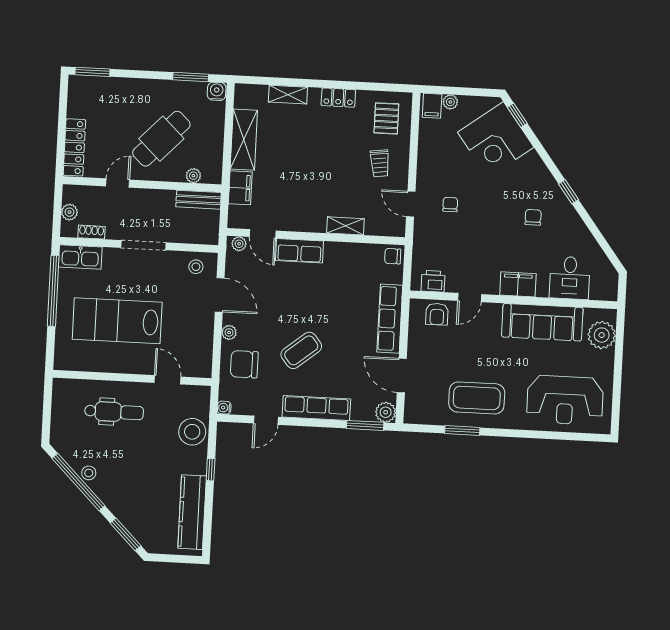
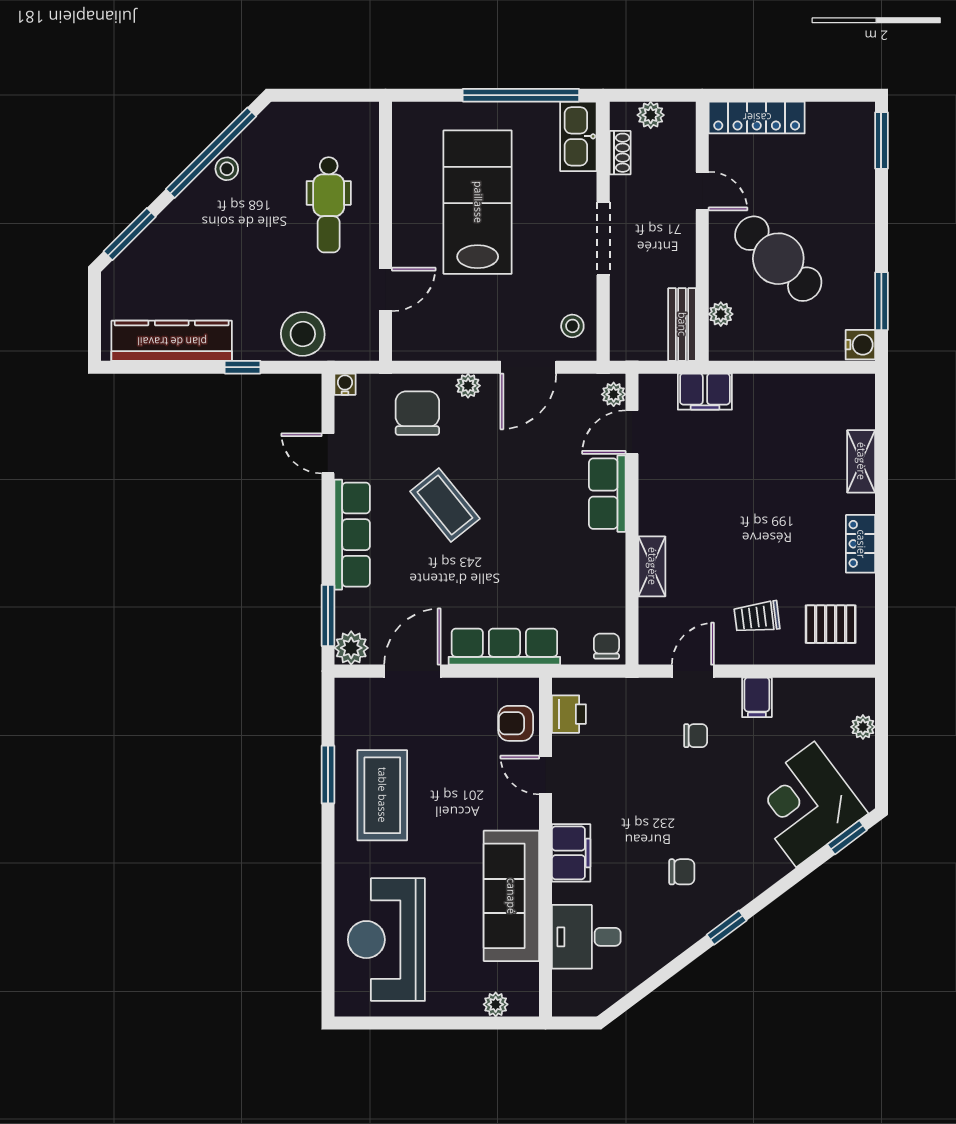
filing cabinet: (432, 106) -> (757, 697), moved, turned -90
shelving: (244, 140) -> (784, 393), removed
plant: (602, 335) -> (496, 1004), width x0.53, depth x0.53

